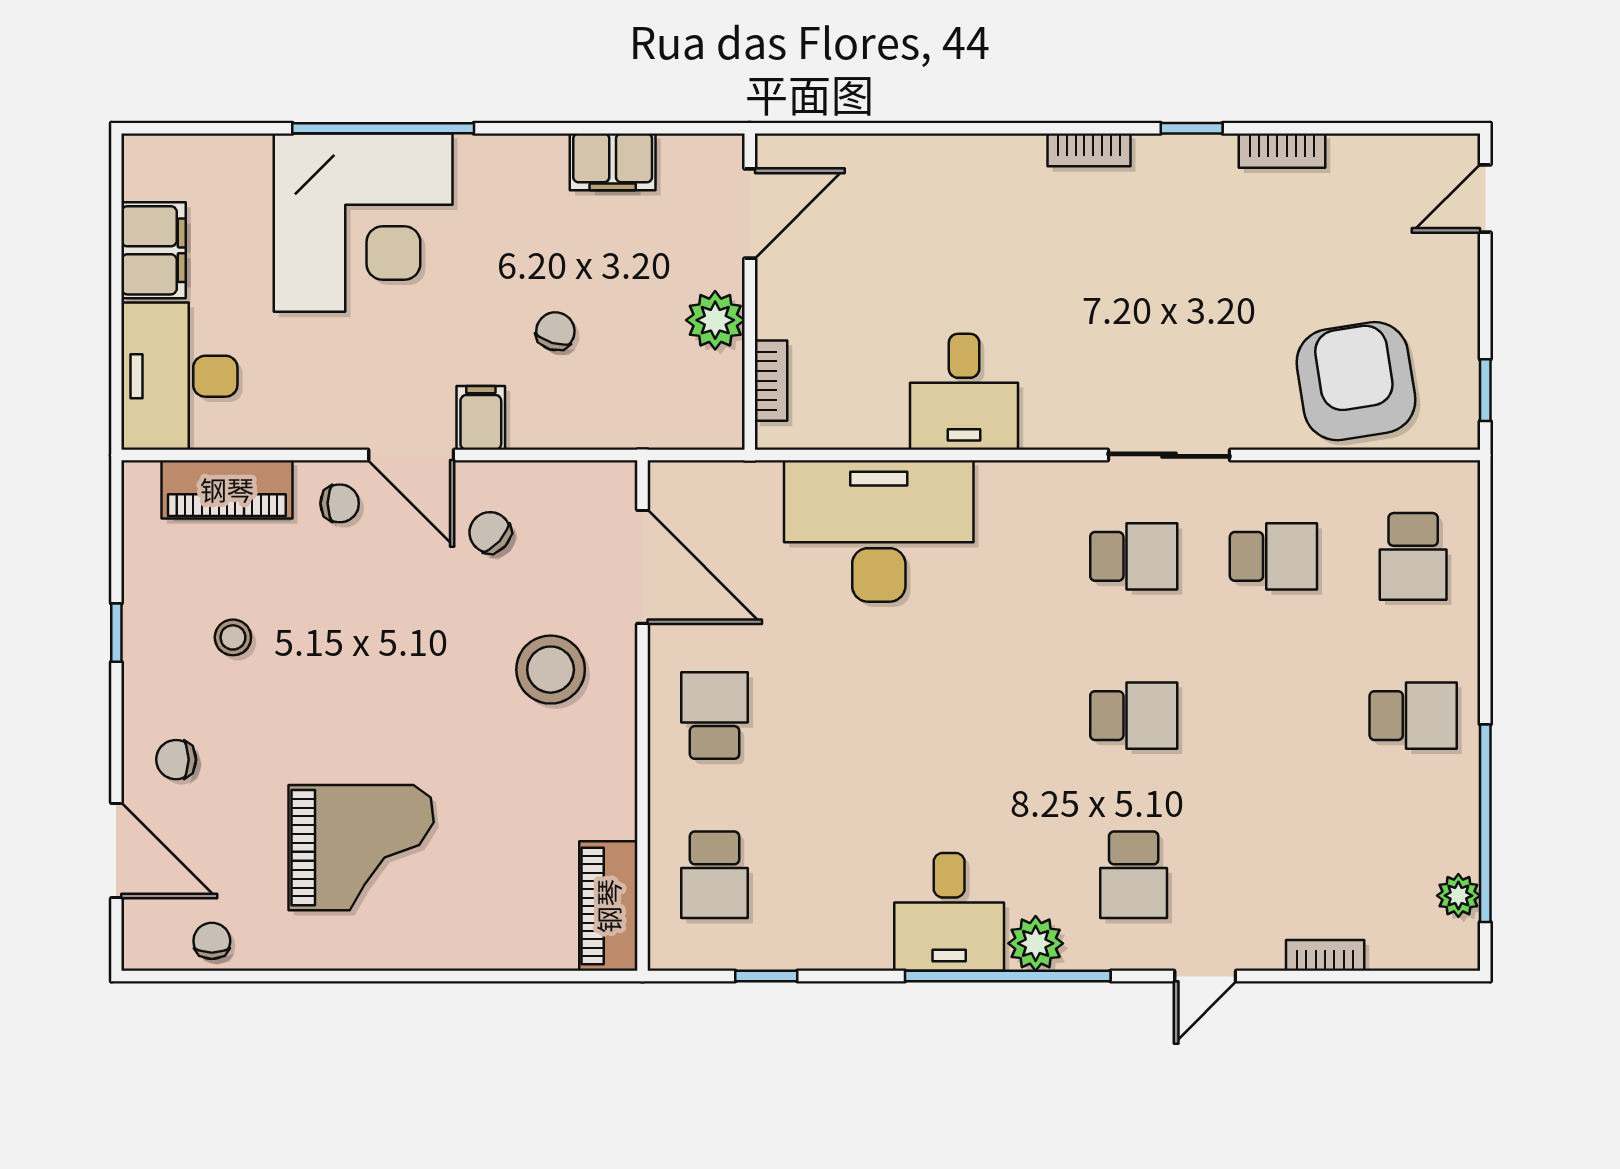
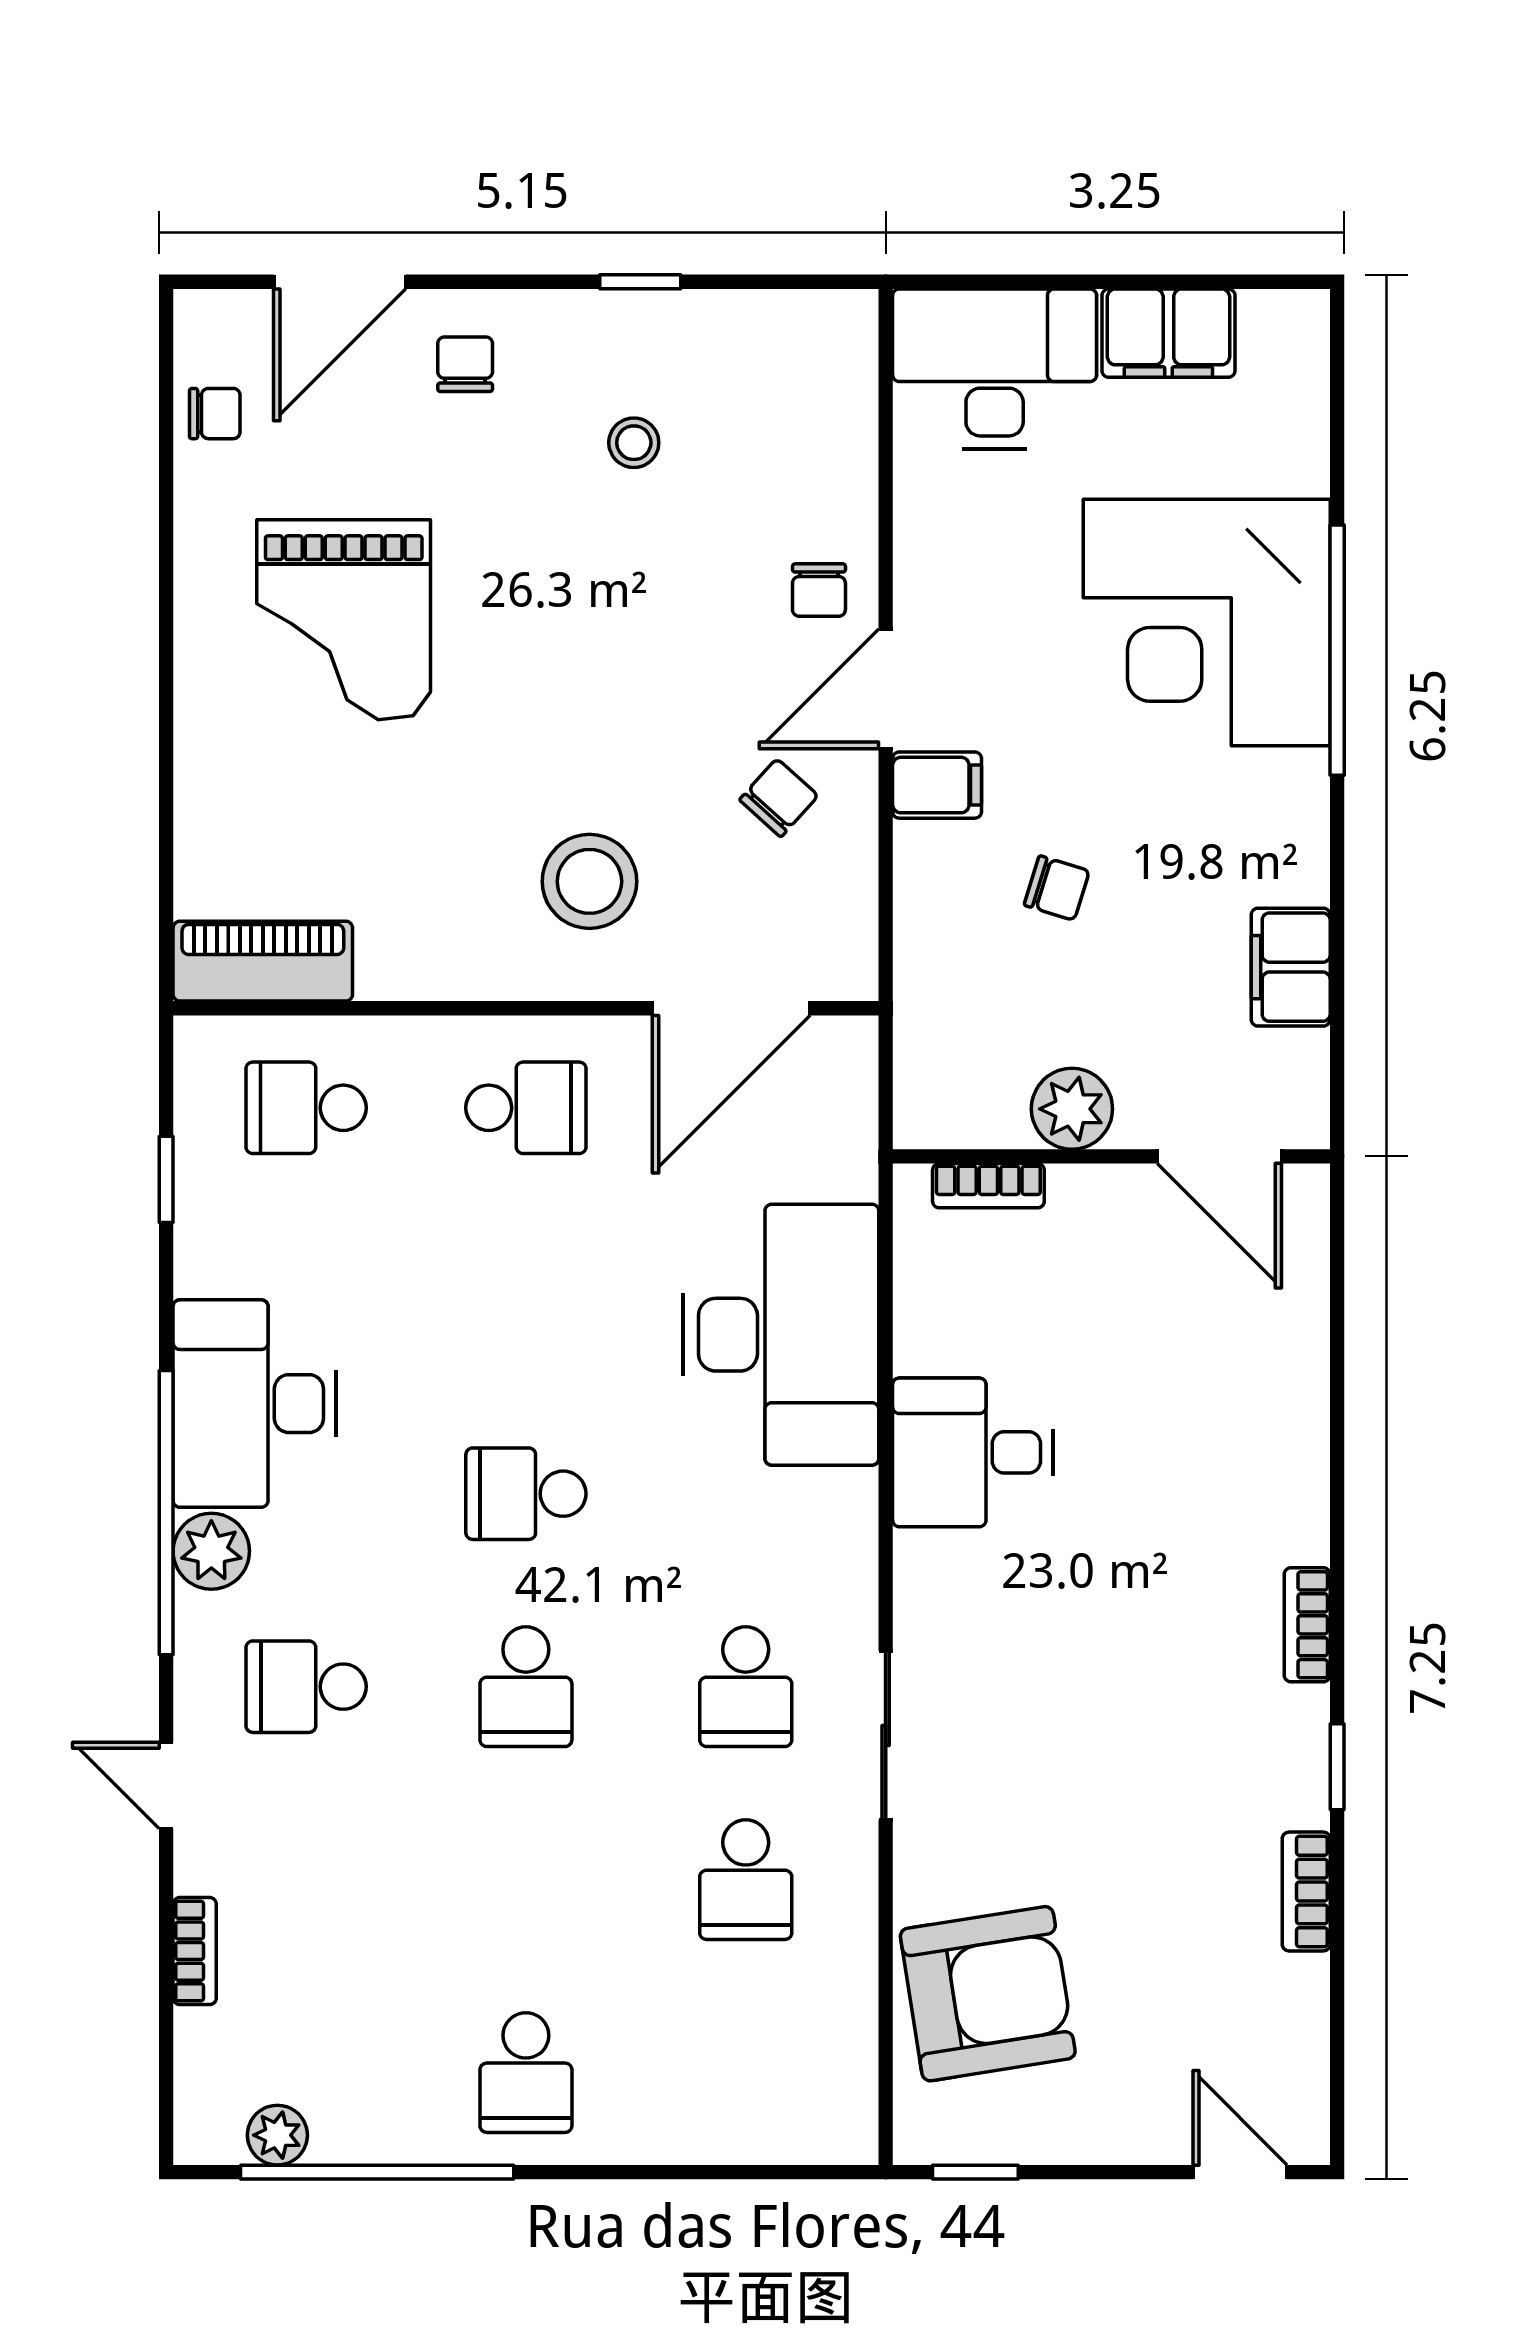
piano: (227, 489) -> (838, 435), removed
school desk: (1413, 556) -> (526, 1494), moved
desk: (949, 912) -> (255, 1404), width x1.37

